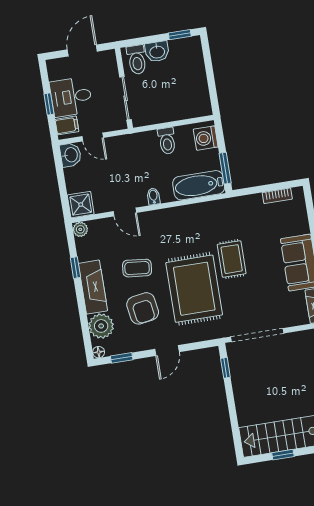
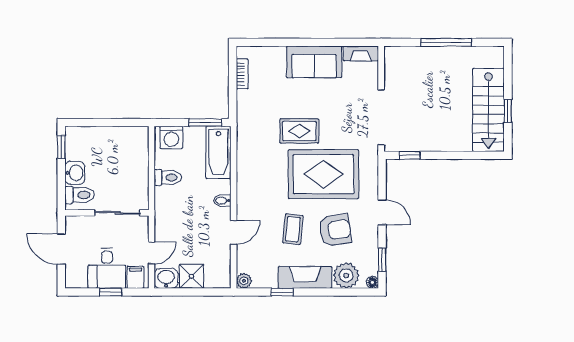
shower: (81, 205) -> (192, 276), moved

